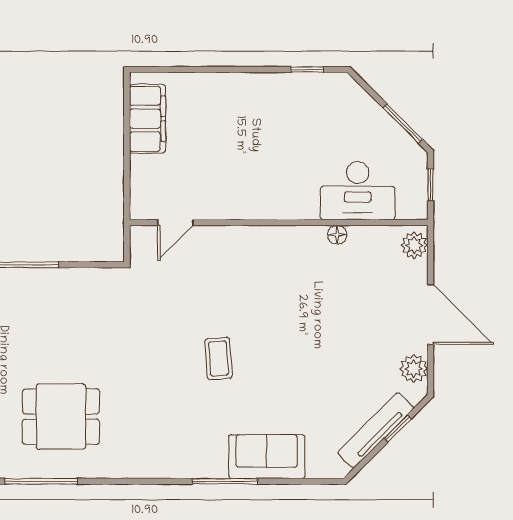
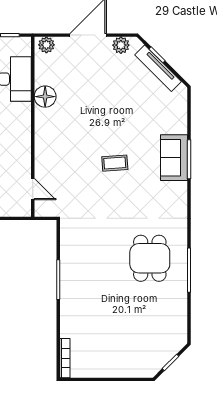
floor lamp: (337, 235) -> (45, 97), width x1.89, depth x1.89
sofa: (267, 457) -> (174, 158), moved

